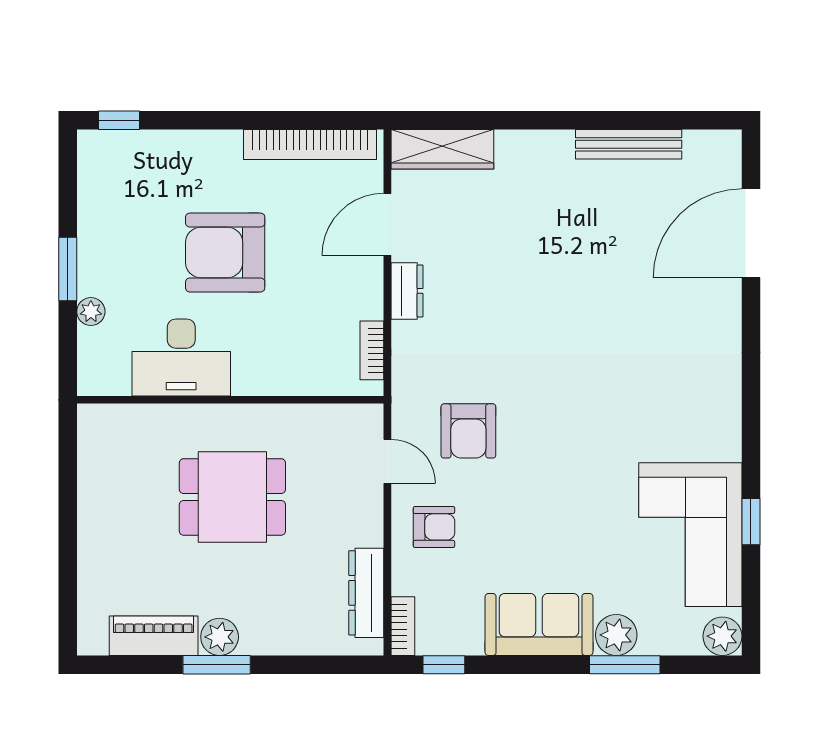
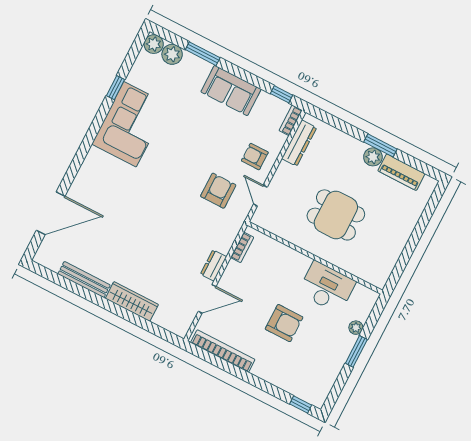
wardrobe: (442, 149) -> (132, 301), moved
armchair: (225, 253) -> (284, 323), width x0.73, depth x0.73
corner sofa: (690, 535) -> (130, 124), moved
plant: (616, 635) -> (172, 54), moved

